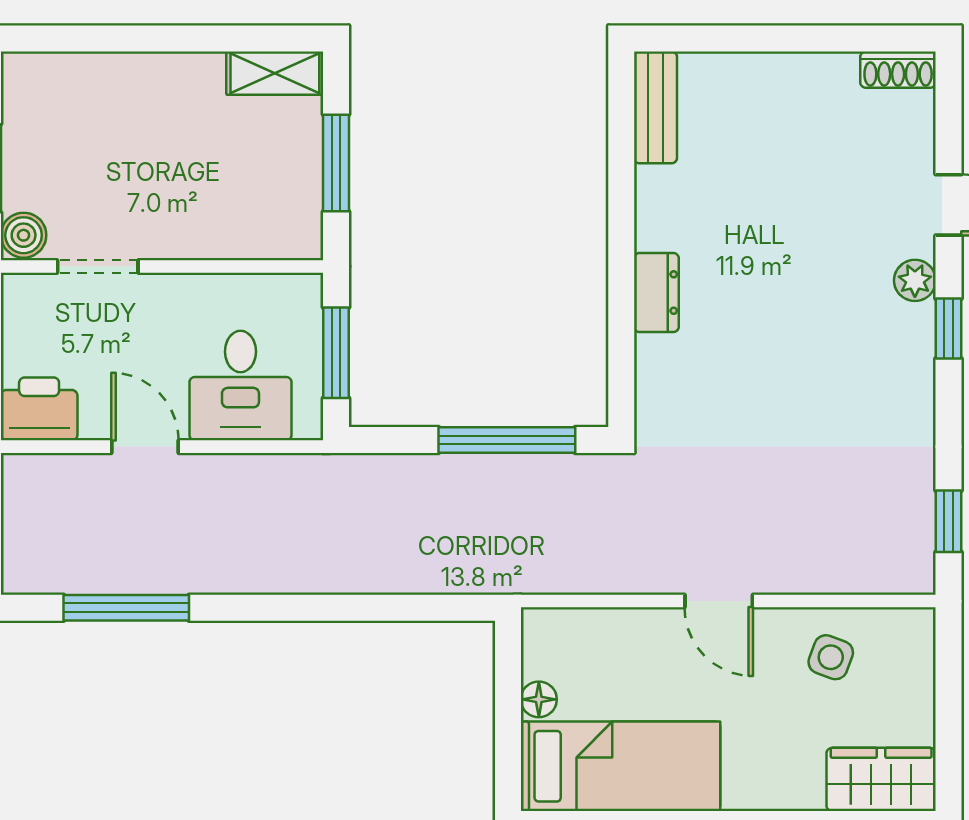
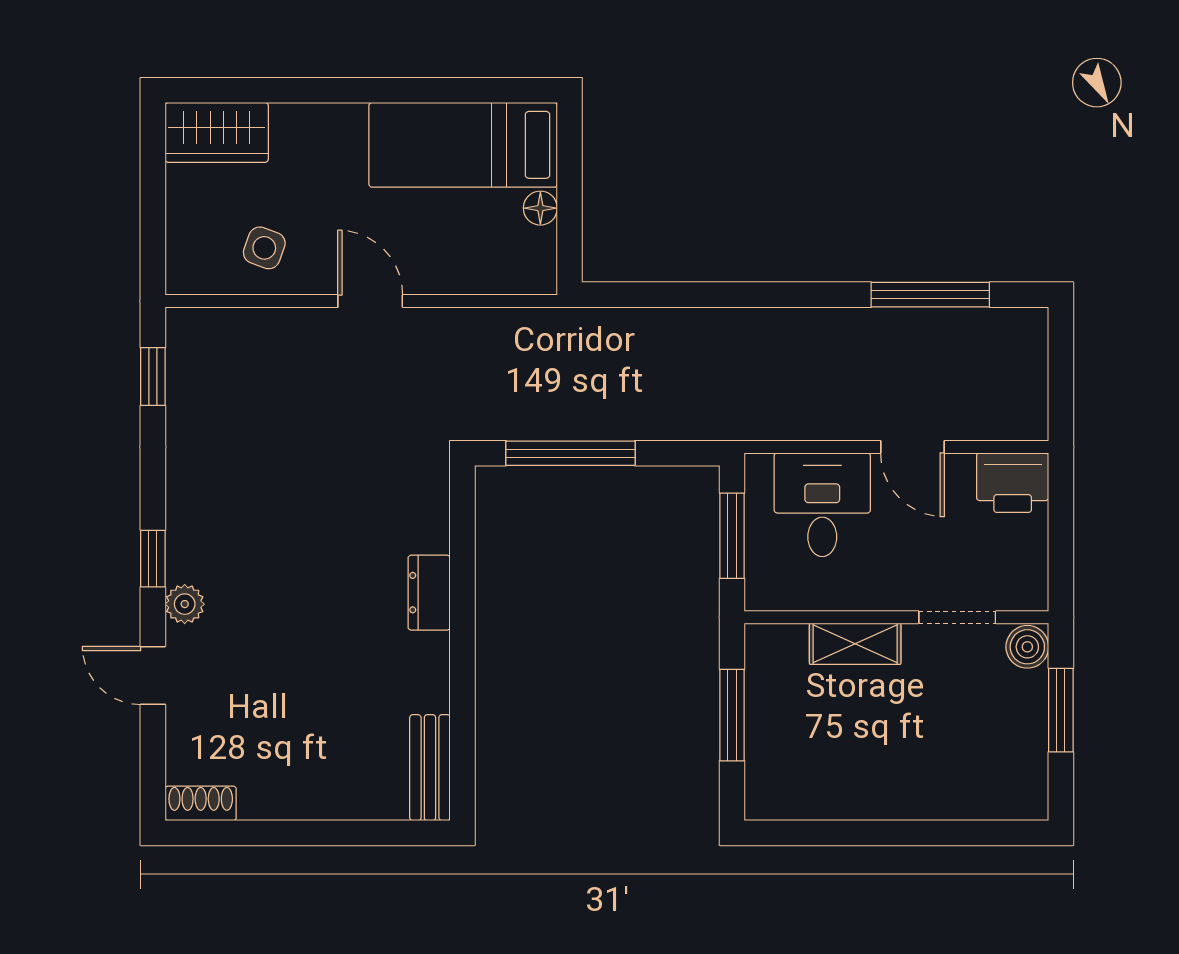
shelving: (275, 73) -> (855, 644), moved

